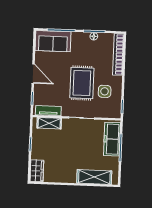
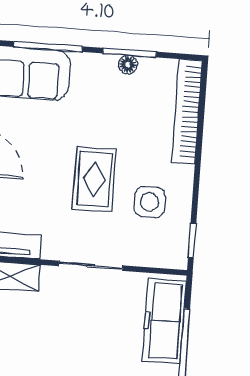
rug: (82, 83) -> (94, 179), width x0.73, depth x0.70

